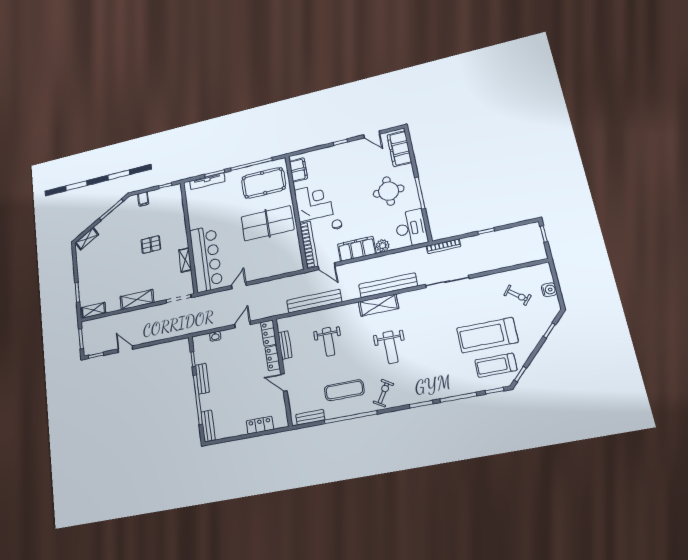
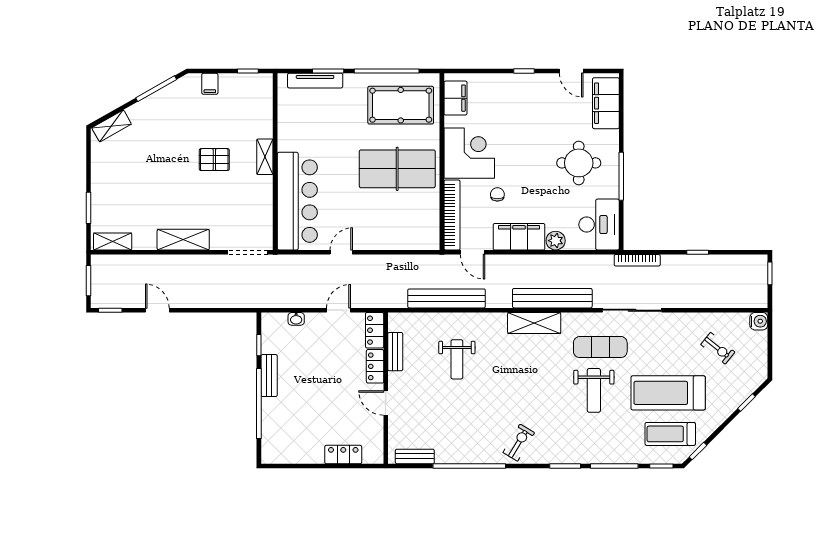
shelving: (185, 260) -> (265, 157), moved
water cooler: (549, 290) -> (759, 321), moved
weight bench: (391, 347) -> (594, 390), moved
exercise mat: (344, 390) -> (600, 347), moved
bench: (208, 426) -> (269, 443), removed

